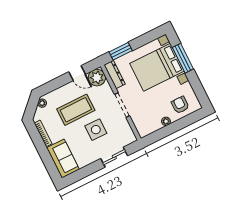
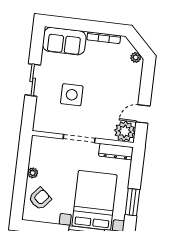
window: (121, 51) -> (132, 202), moved
armchair: (180, 105) -> (40, 199), turned -50
coffee table: (76, 110) -> (106, 88), removed
sliding door: (114, 157) -> (33, 80), moved

